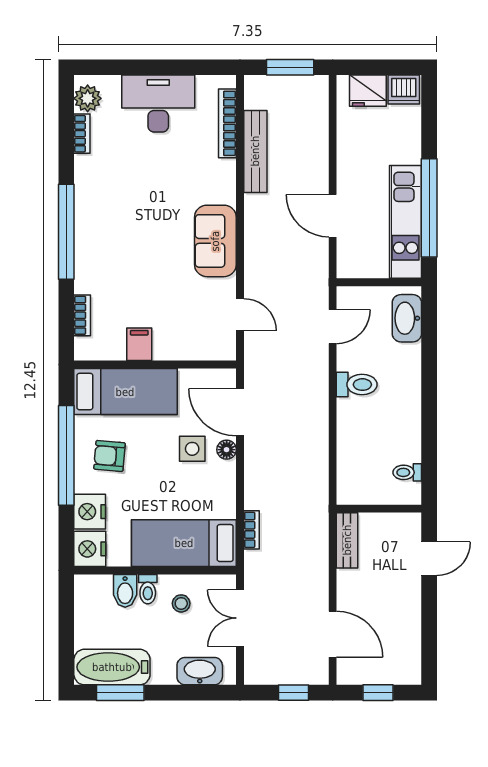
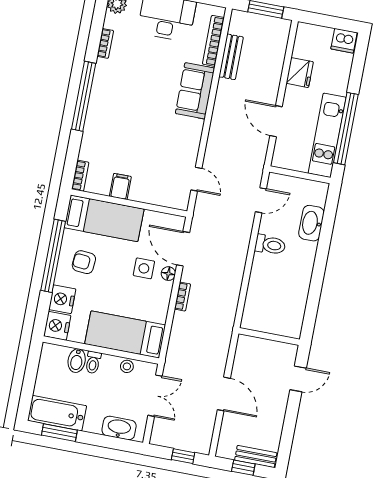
fridge: (368, 91) -> (300, 73), moved, turned -90
bookcase: (82, 134) -> (105, 43), moved
bench: (255, 151) -> (231, 57), width x0.73
sofa: (215, 241) -> (195, 91), moved
bookcase: (82, 315) -> (80, 176), moved
washbasin: (407, 318) -> (311, 223), moved
toilet: (407, 472) -> (294, 314), removed
bookcase: (252, 530) -> (182, 297), moved
bench: (347, 540) -> (256, 456), moved, turned 90
stool: (181, 603) -> (127, 366), moved
double door: (240, 618) -> (155, 396), swing flipped
door: (333, 634) -> (224, 394), moved

